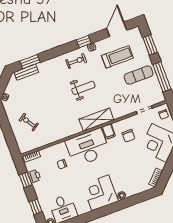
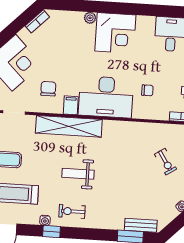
shelving: (97, 120) -> (69, 126), width x1.47

